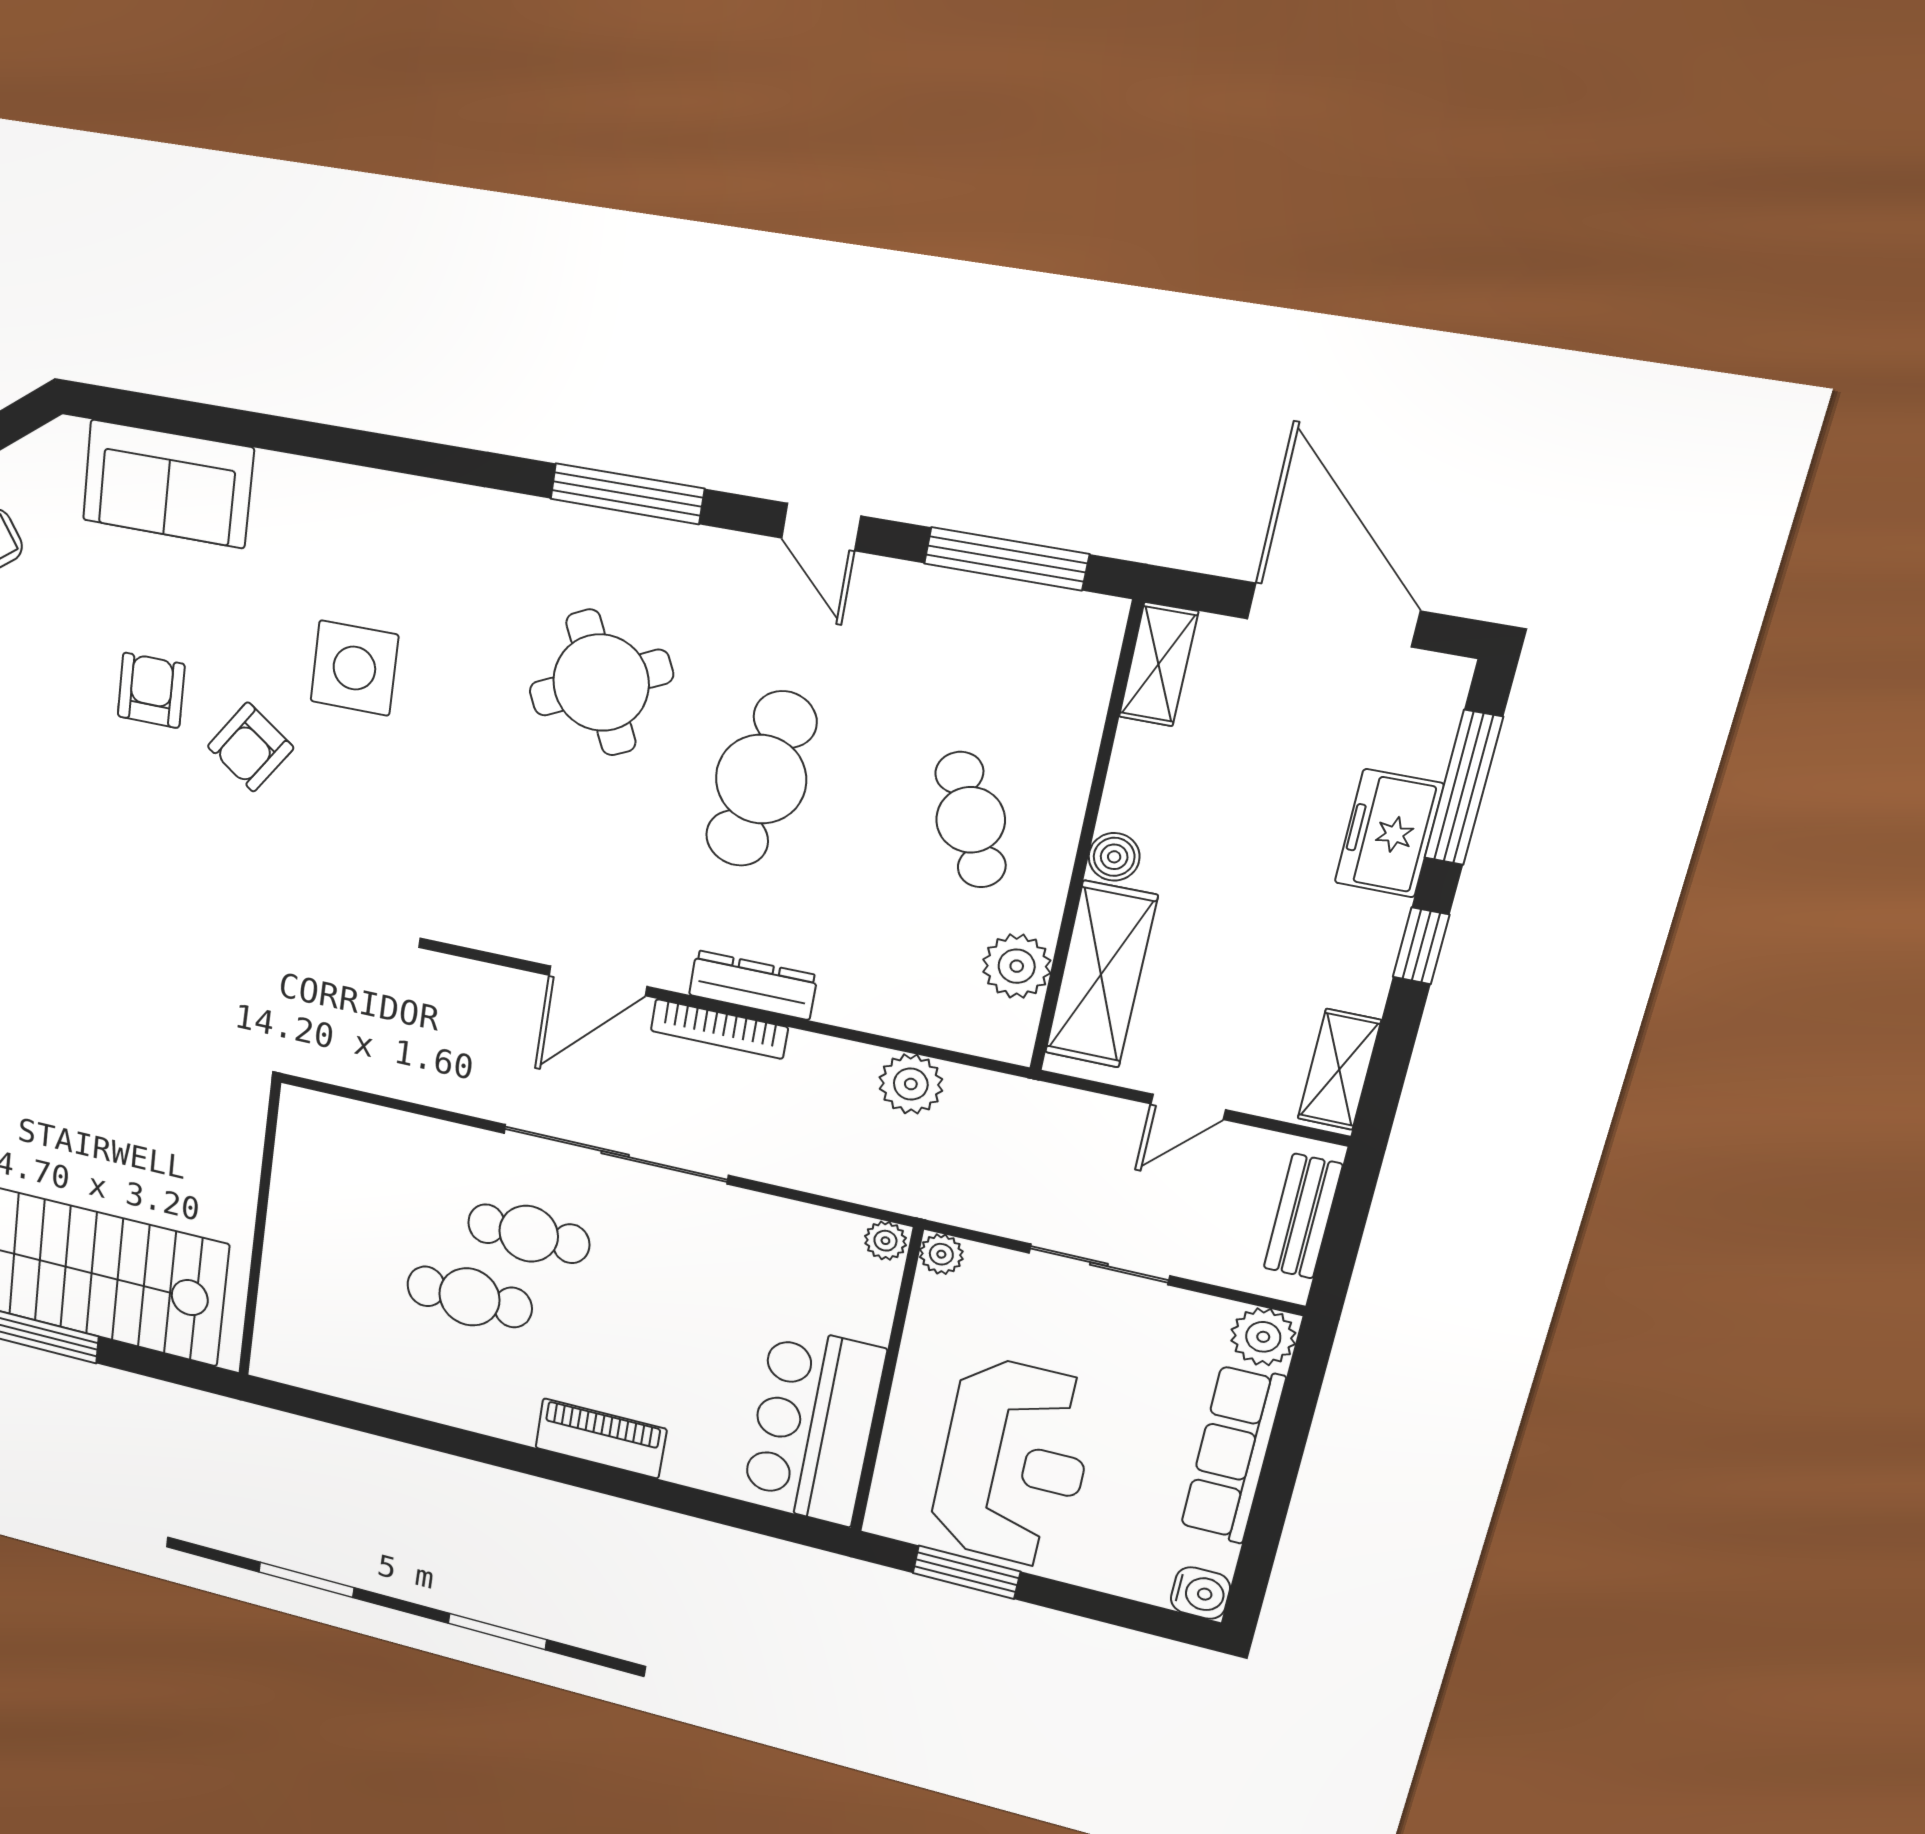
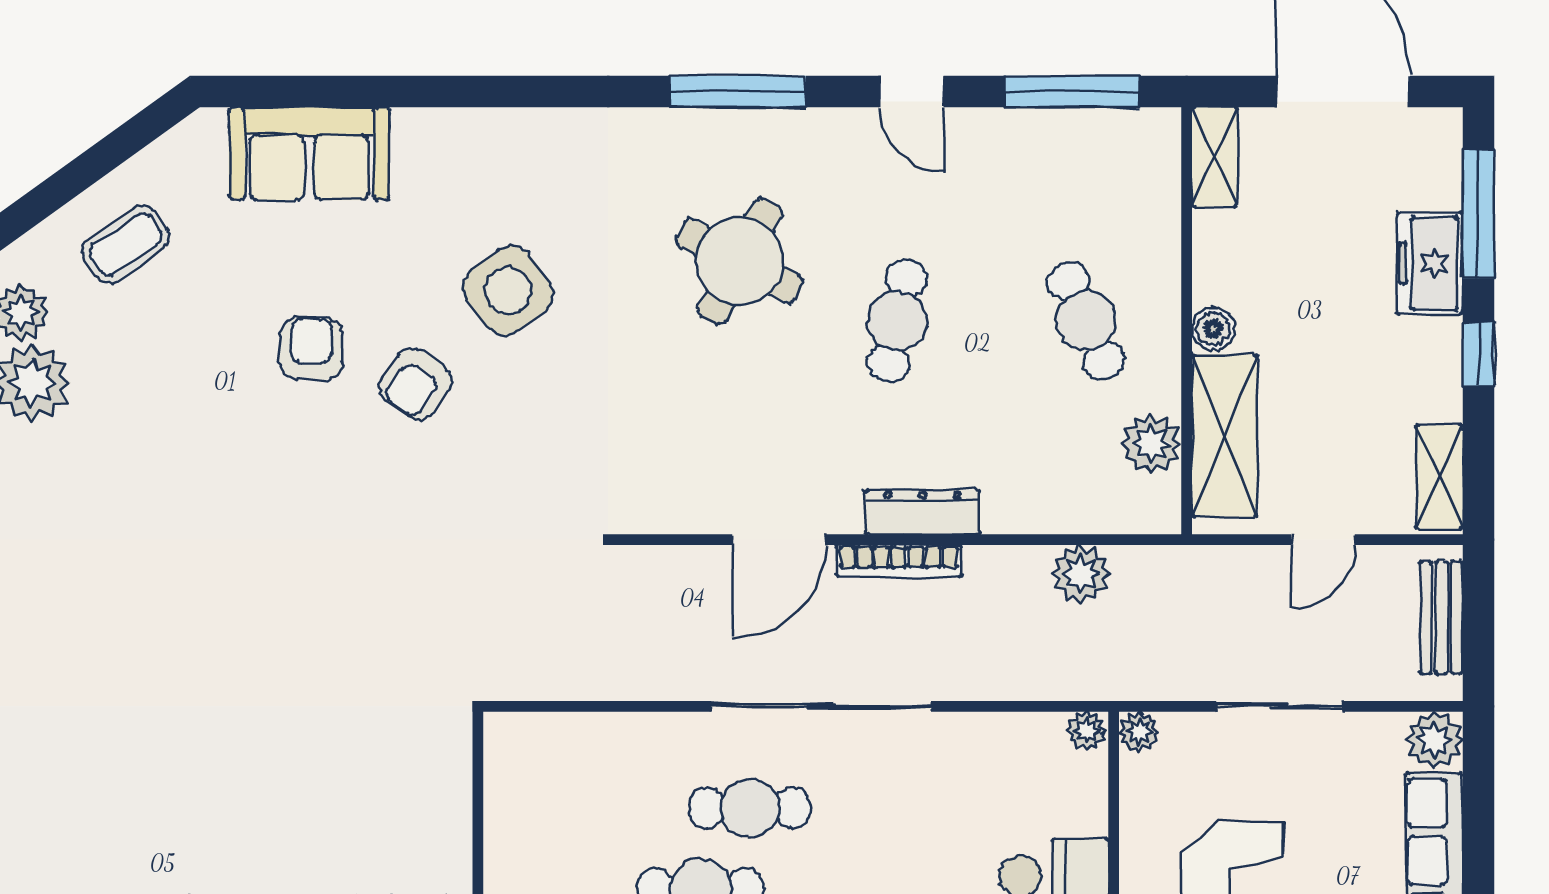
side table: (354, 668) -> (508, 291), turned -37
round table: (601, 683) -> (740, 261), turned -37
cafe table: (761, 779) -> (897, 321), width x0.73, depth x0.74

